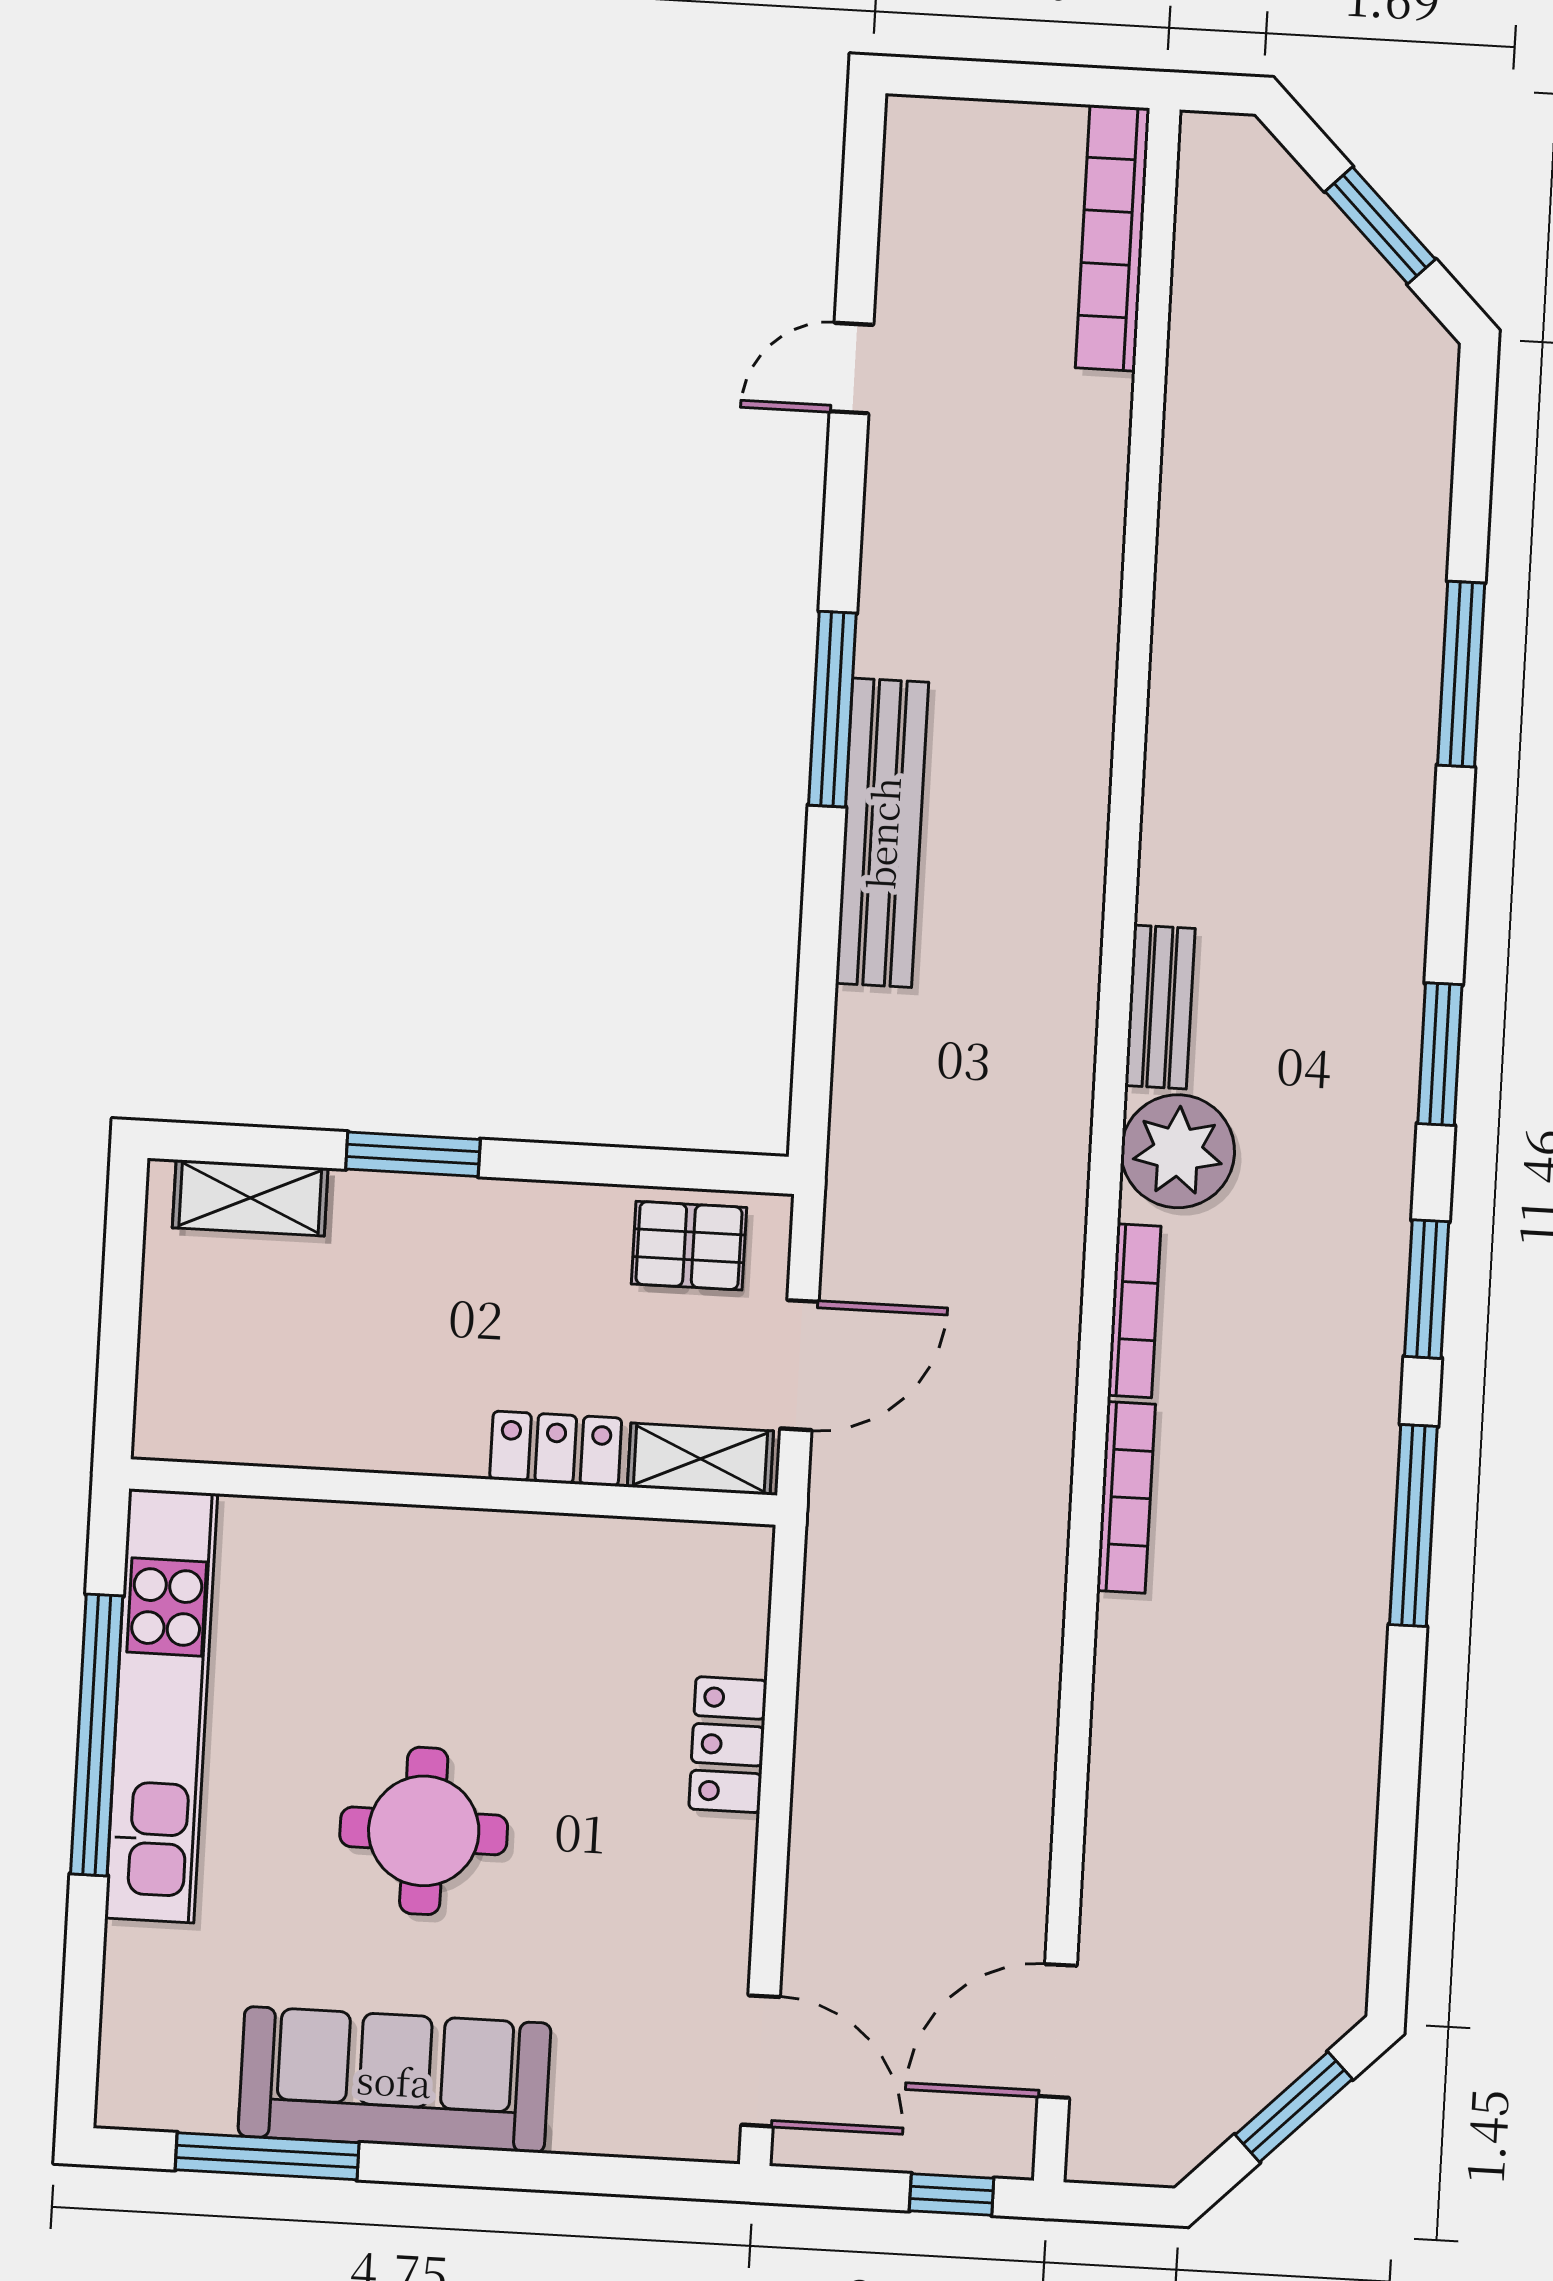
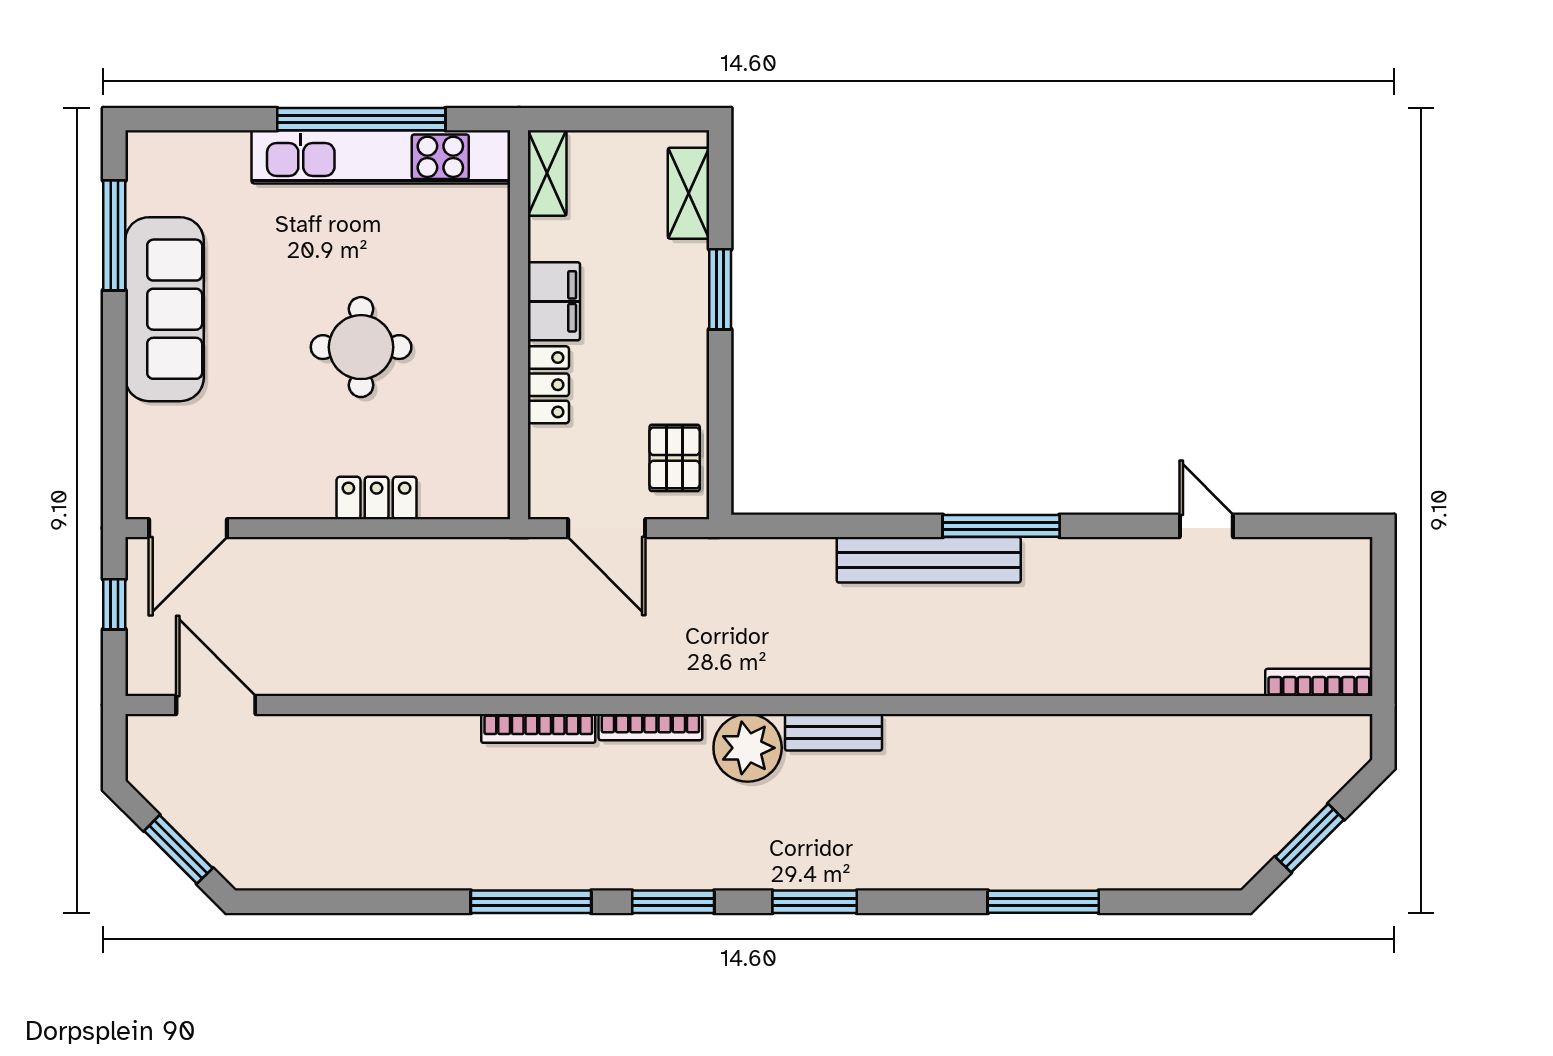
bookcase: (1113, 238) -> (1319, 682), width x0.68, depth x0.76
filing cabinet: (418, 1432) -> (554, 301), added
shelving: (700, 1459) -> (547, 173), moved
round table: (424, 1831) -> (361, 347), moved
window: (952, 2195) -> (114, 604), moved

